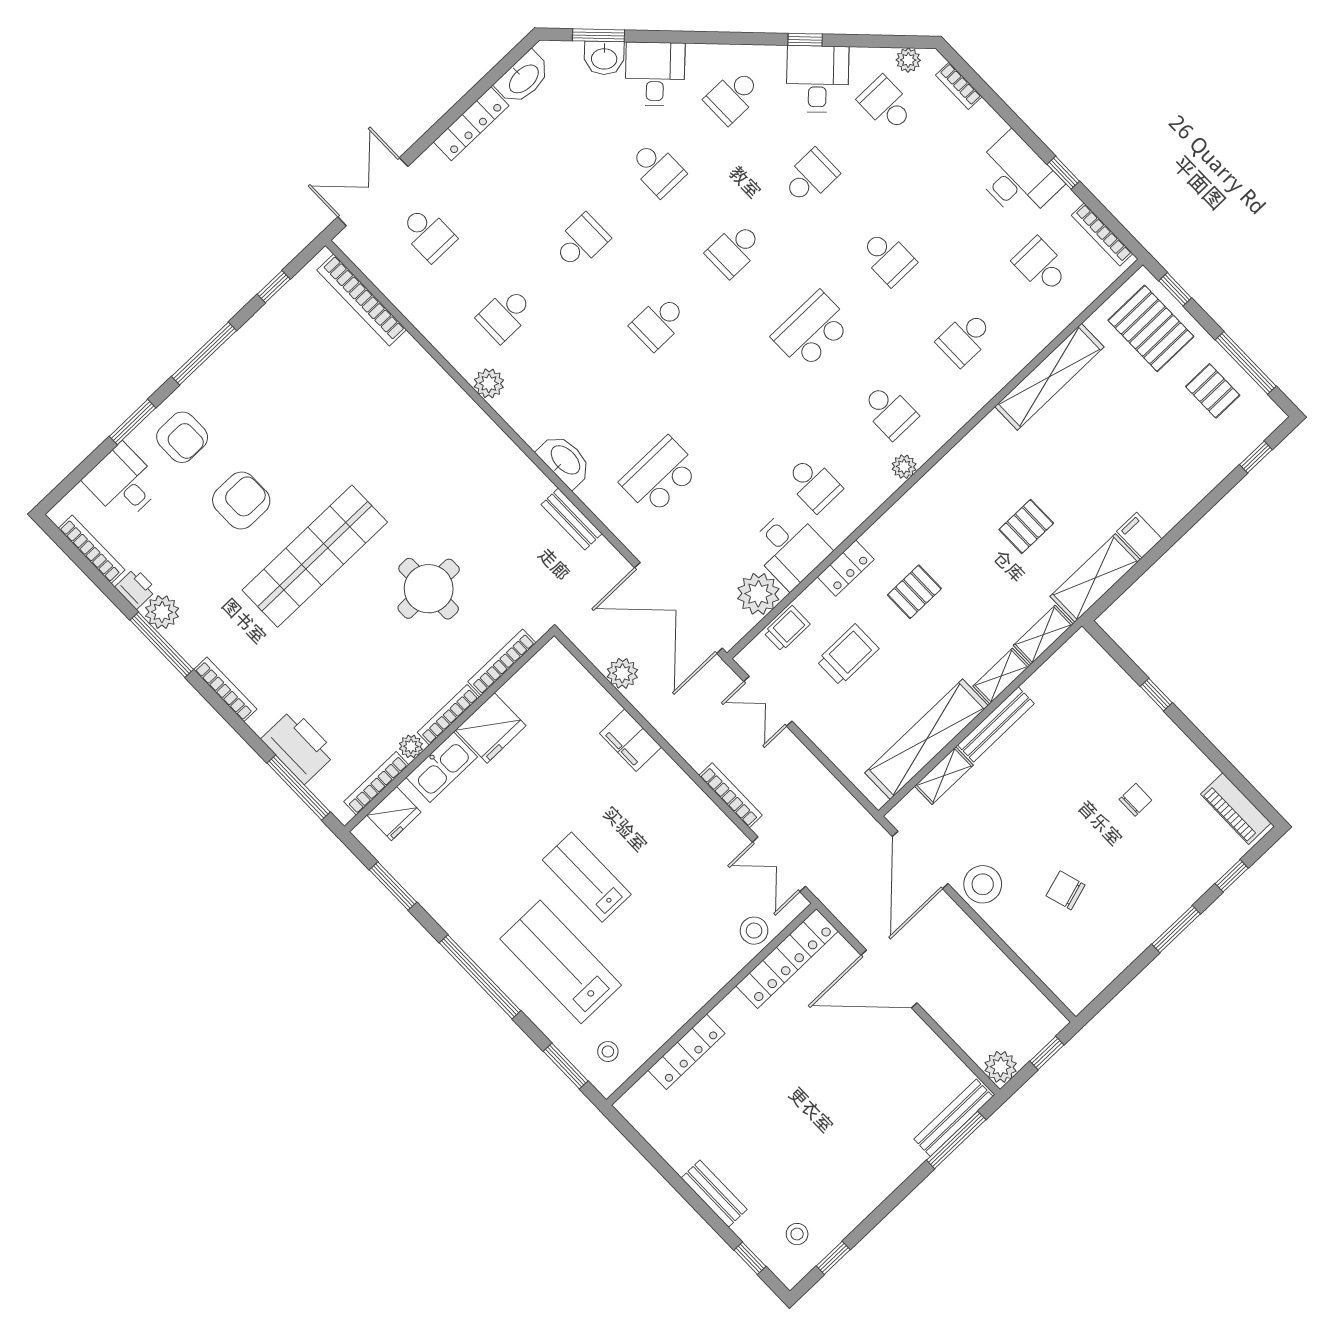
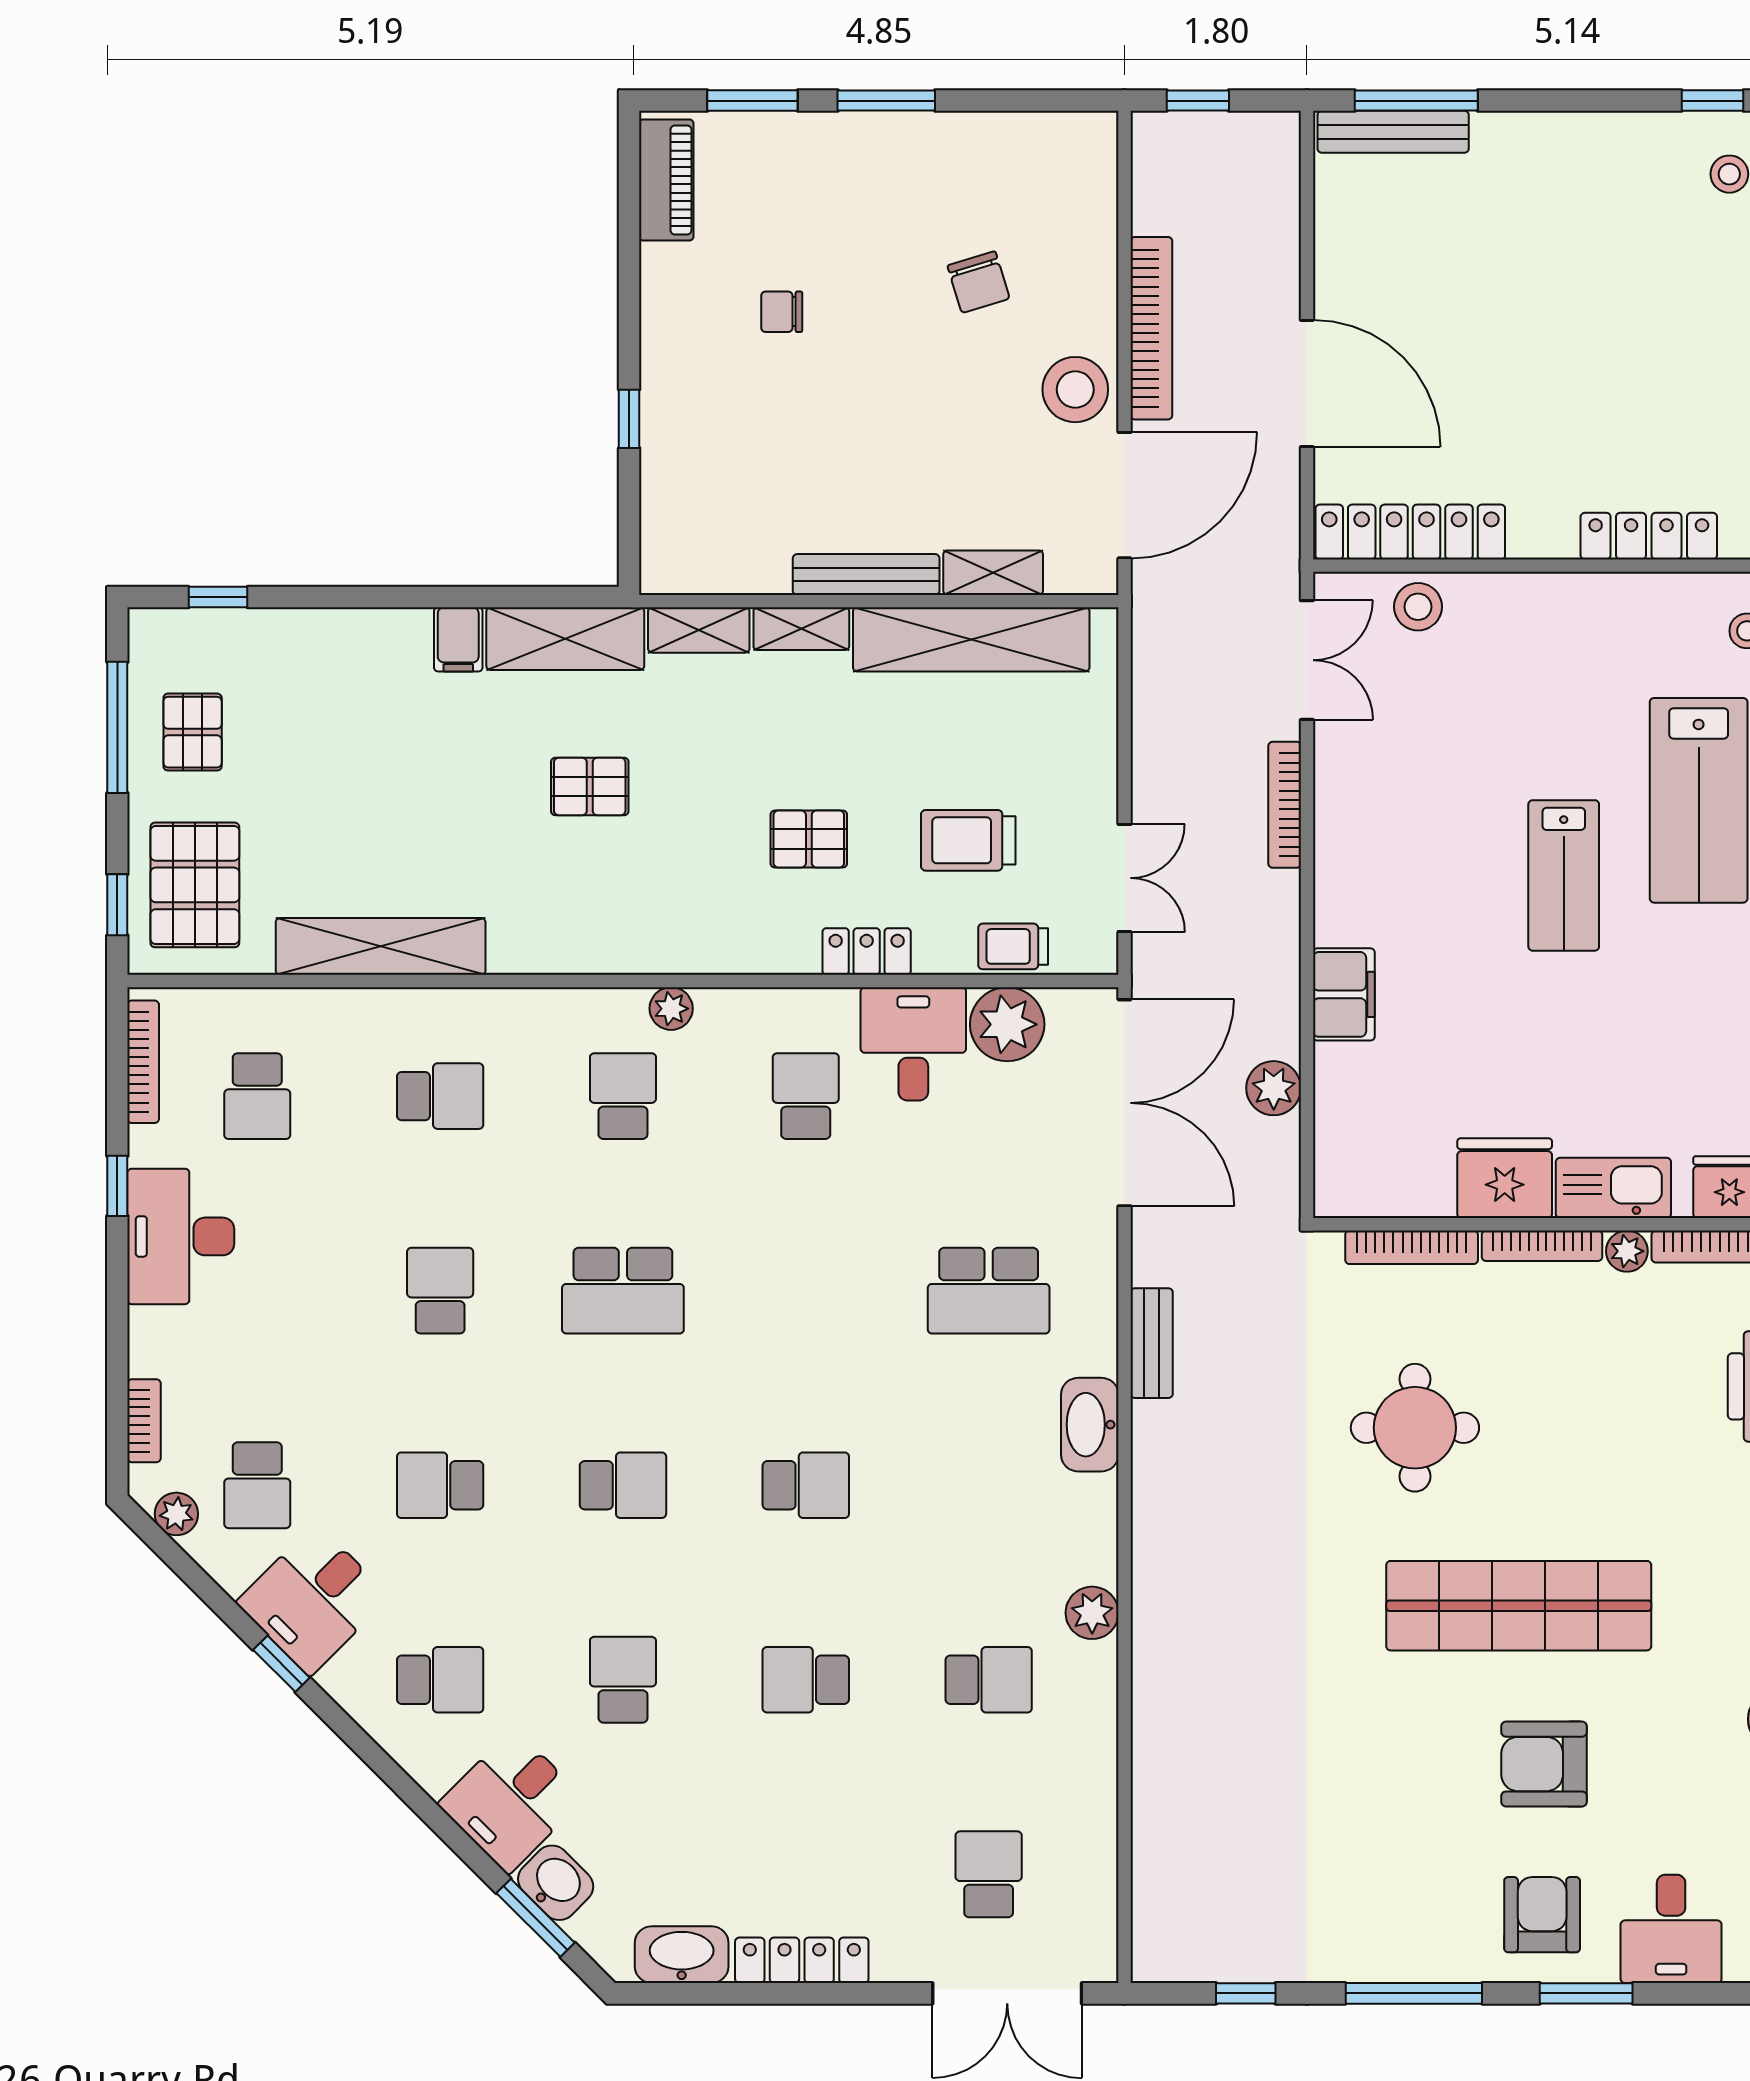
bookcase: (362, 300) -> (1151, 328), moved
window: (1232, 876) -> (752, 101), width x1.50
plant: (1001, 1067) -> (1273, 139), removed

